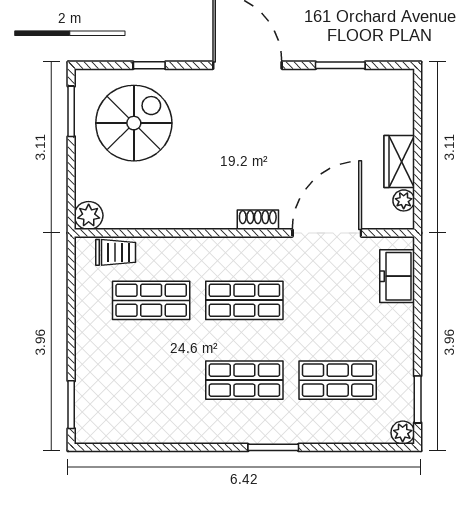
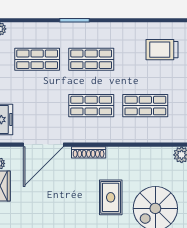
rug: (211, 142) -> (111, 197), added
shoe rack: (258, 220) -> (89, 152), width x1.43
trolley: (116, 252) -> (162, 50), moved, width x1.36, depth x1.39

